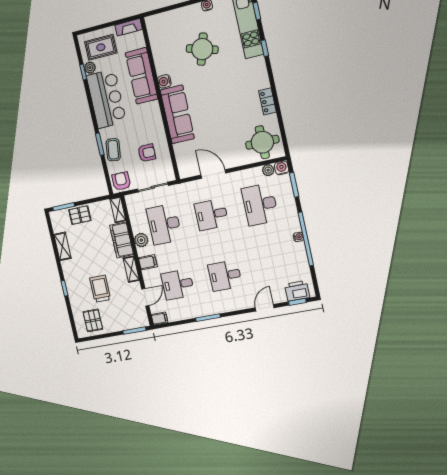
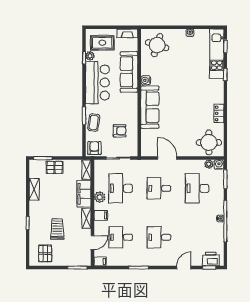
round table: (202, 49) -> (157, 45), moved

